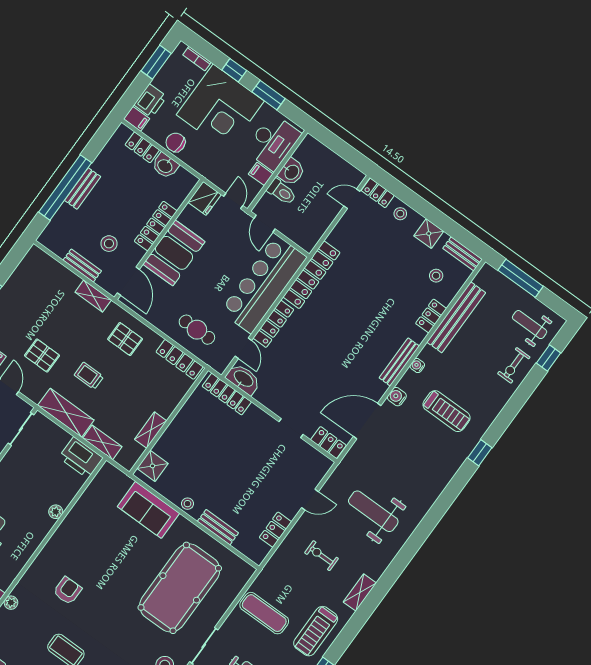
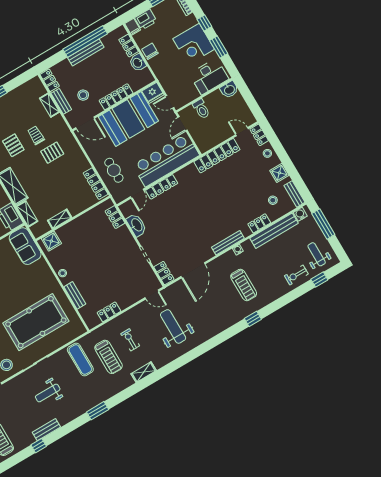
corner desk: (220, 108) -> (194, 44), width x0.74, depth x0.74
washbasin: (291, 172) -> (229, 90), moved
filing cabinet: (261, 174) -> (193, 93), removed
window: (65, 187) -> (85, 41), moved
bench: (83, 188) -> (86, 52), width x1.36
door: (233, 201) -> (170, 102), swing flipped
locker: (53, 243) -> (50, 80), added
booth: (174, 253) -> (128, 119), width x1.36, depth x1.42
locker: (311, 275) -> (217, 156), moved
door: (128, 281) -> (85, 123), hinge flipped
shelving: (93, 296) -> (49, 105), moved
pallet: (125, 339) -> (52, 153), moved, turned 90
trolley: (89, 376) -> (36, 135), moved
washbasin: (243, 379) -> (137, 225), moved
locker: (227, 394) -> (115, 217), width x0.66
water cooler: (397, 397) -> (300, 214), moved
door: (367, 421) -> (193, 270), swing flipped
door: (310, 500) -> (152, 295), moved
sofa: (148, 510) -> (25, 246), moved
treadmill: (316, 631) -> (109, 357), moved, turned -90

